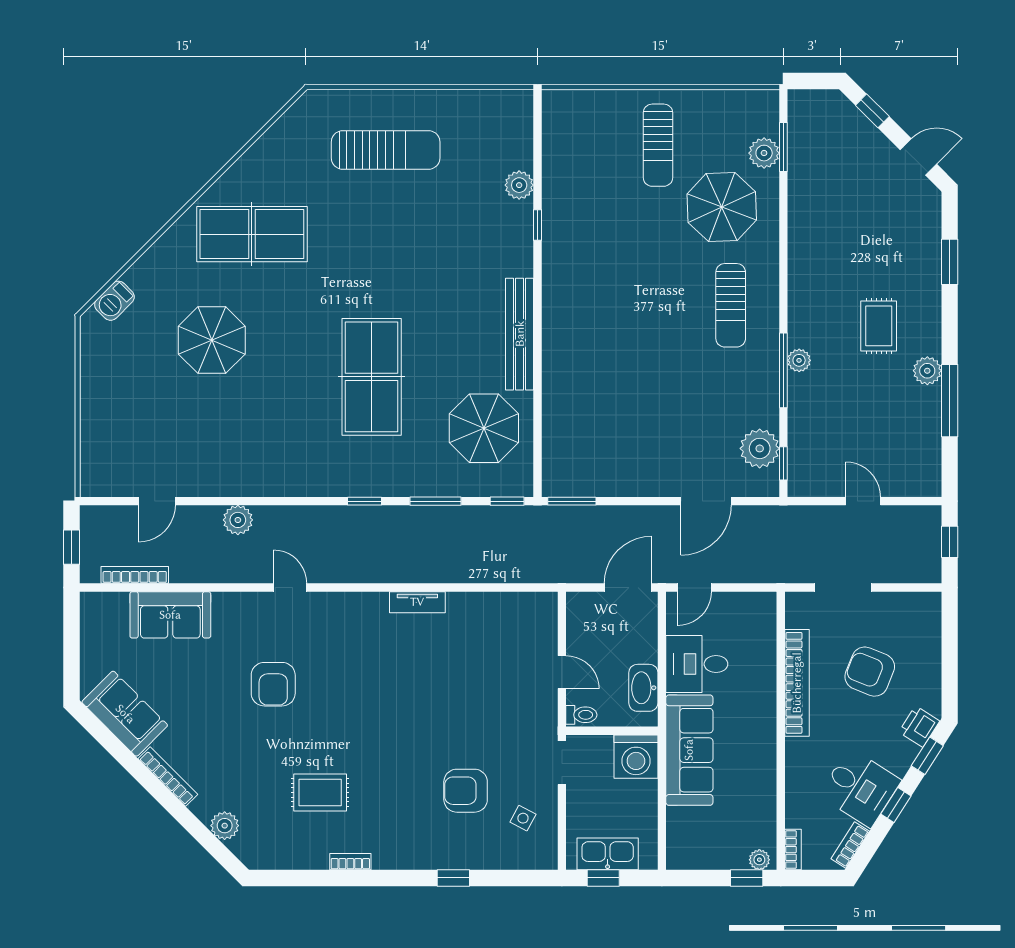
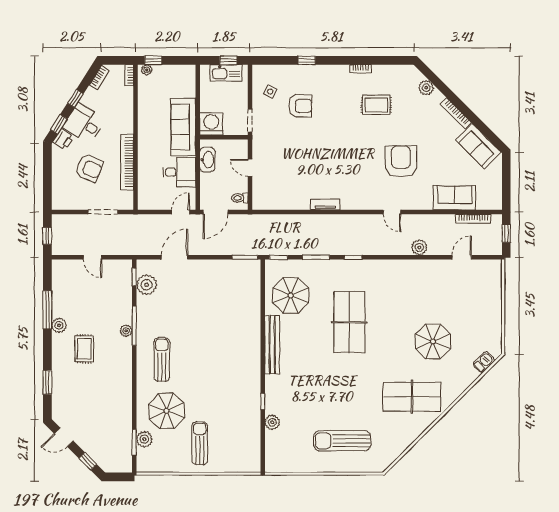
armchair: (273, 684) -> (401, 162), width x1.36, depth x1.36
toilet: (581, 715) -> (240, 198), moved
desk: (860, 788) -> (84, 123), moved

